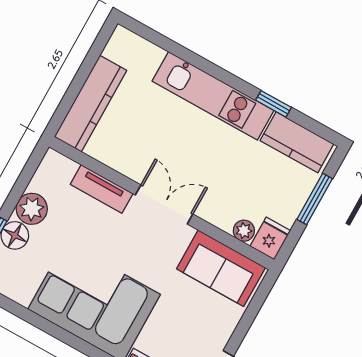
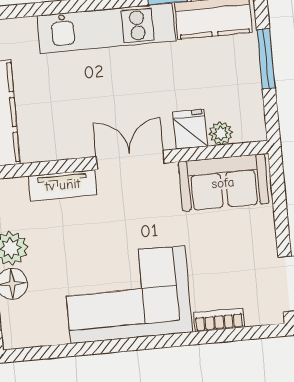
fridge: (270, 238) -> (190, 129), moved

